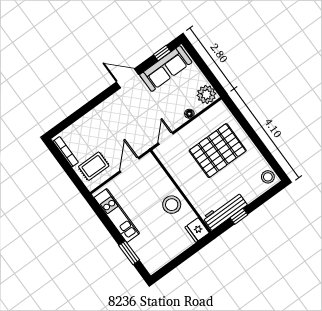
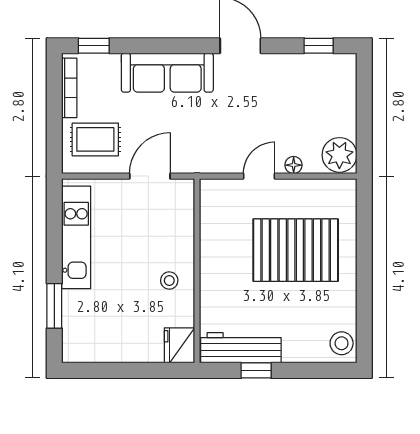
sofa: (166, 69) -> (167, 73), moved
window: (63, 125) -> (94, 46), added
door: (166, 138) -> (259, 176), moved
stool: (172, 205) -> (169, 281), width x0.53, depth x0.53

